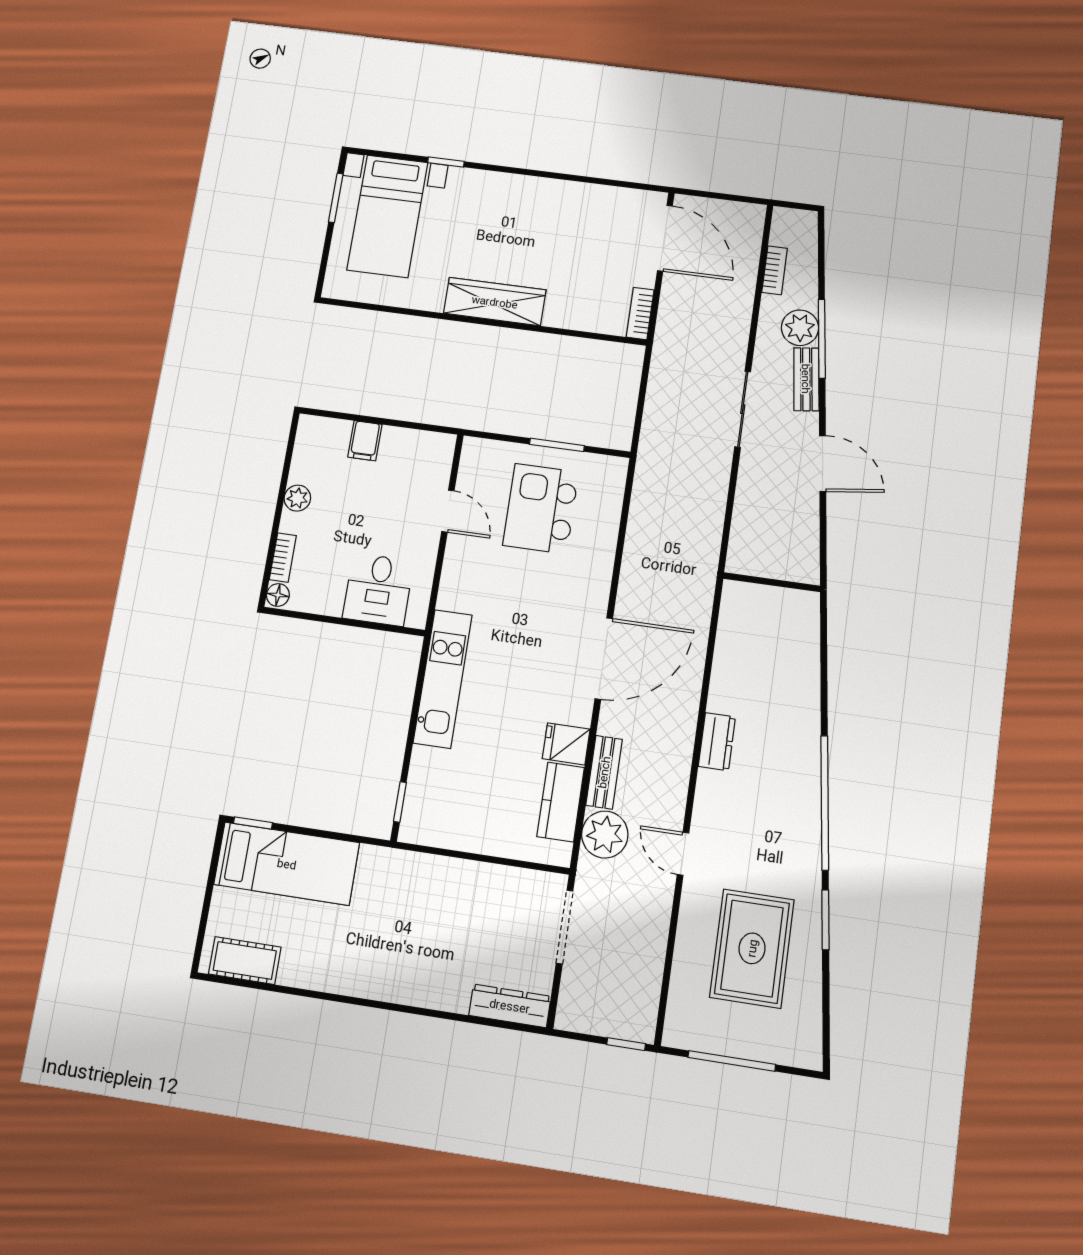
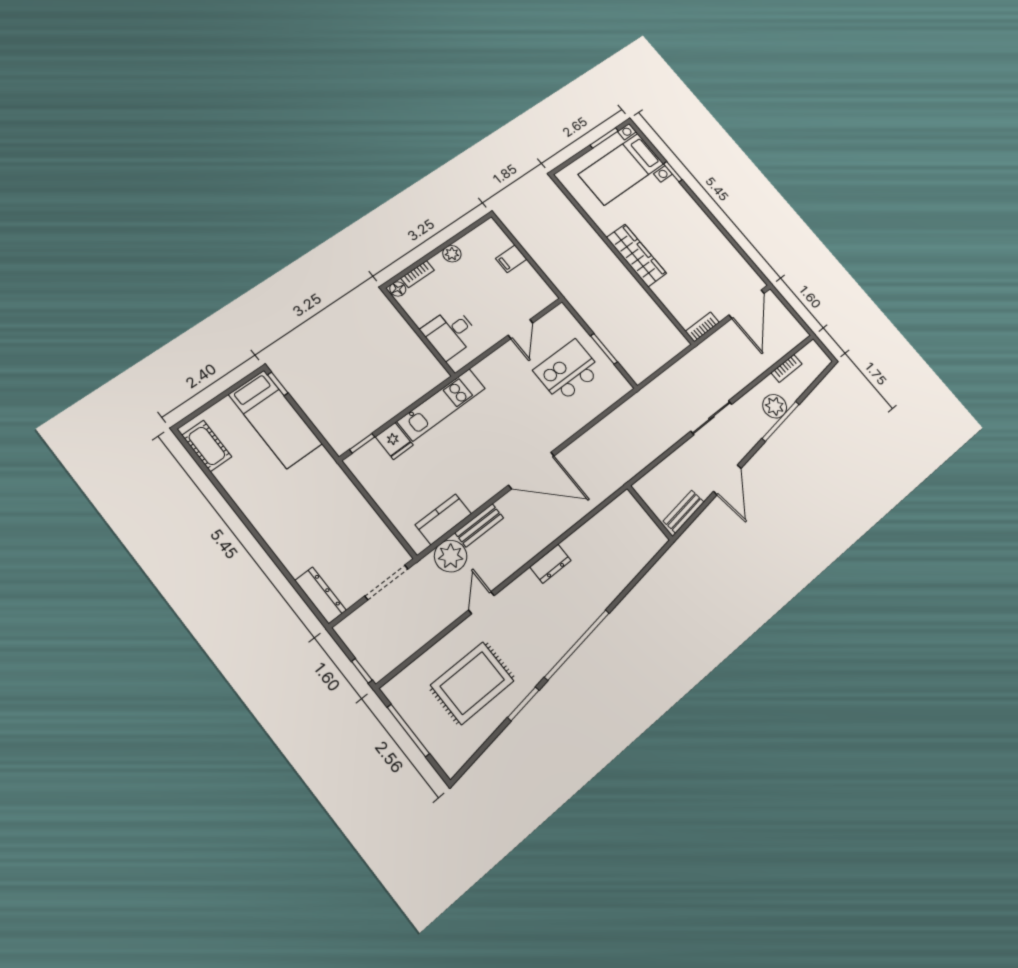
bench: (806, 379) -> (684, 512), moved
fridge: (566, 744) -> (394, 441), moved, turned 180

